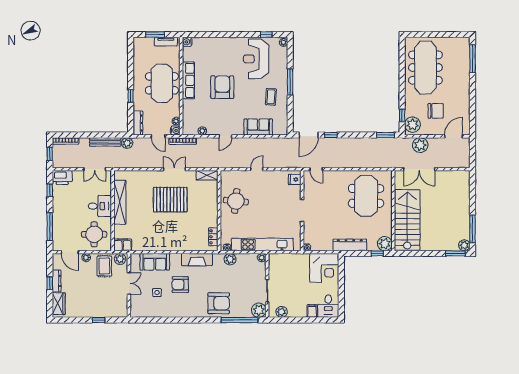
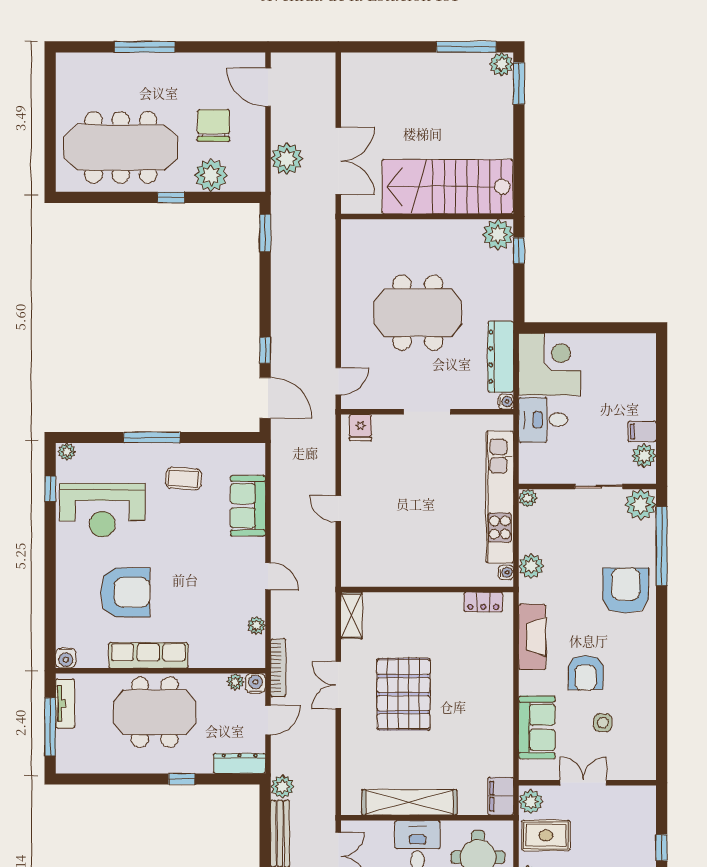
window: (155, 35) -> (50, 727), width x1.44
window: (472, 59) -> (145, 47), moved
armchair: (222, 87) -> (125, 592), moved, turned 180
window: (402, 115) -> (171, 197), moved
plant: (412, 125) -> (211, 175), moved
meeting table: (366, 196) -> (418, 313), moved
round table: (236, 201) -> (407, 554), removed
dresser: (350, 245) -> (501, 357), moved
desk: (328, 306) -> (543, 420), moved, turned 180
filing cabinet: (312, 311) -> (642, 431), moved

